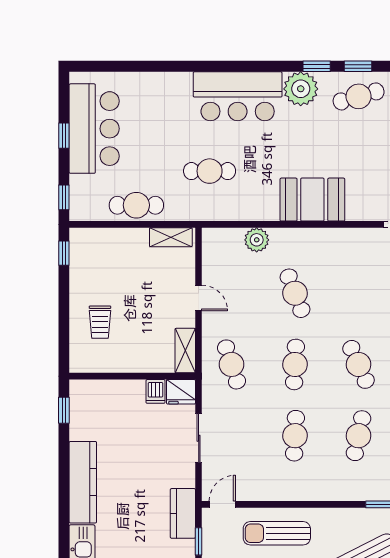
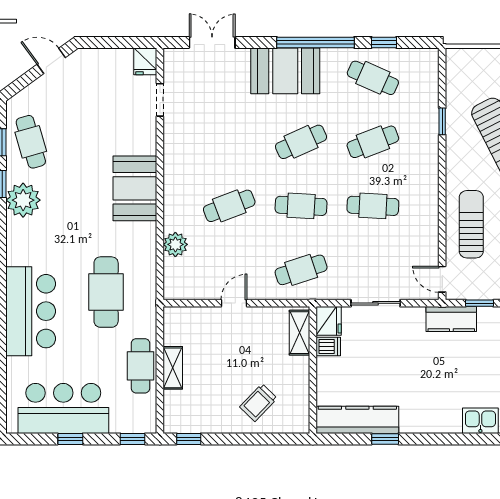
bar counter: (238, 96) -> (31, 311), moved
cafe table: (210, 171) -> (106, 292), width x1.37, depth x1.35
shelving: (171, 237) -> (173, 368), moved
trolley: (100, 322) -> (258, 403), turned 134
shelving: (185, 351) -> (300, 333), moved, turned 90
window: (64, 410) -> (385, 439), moved
cafe table: (358, 436) -> (373, 142), turned -33
kitchen counter: (83, 482) -> (357, 420), moved
sun lounger: (277, 533) -> (471, 224), turned 180

